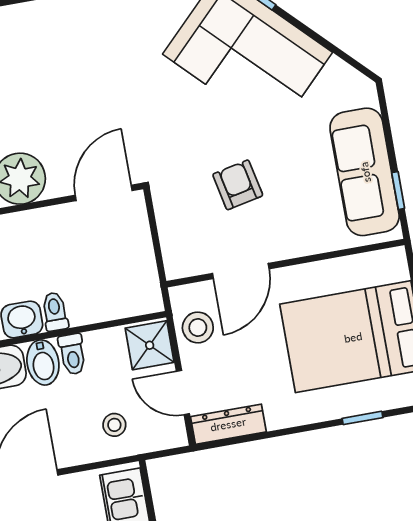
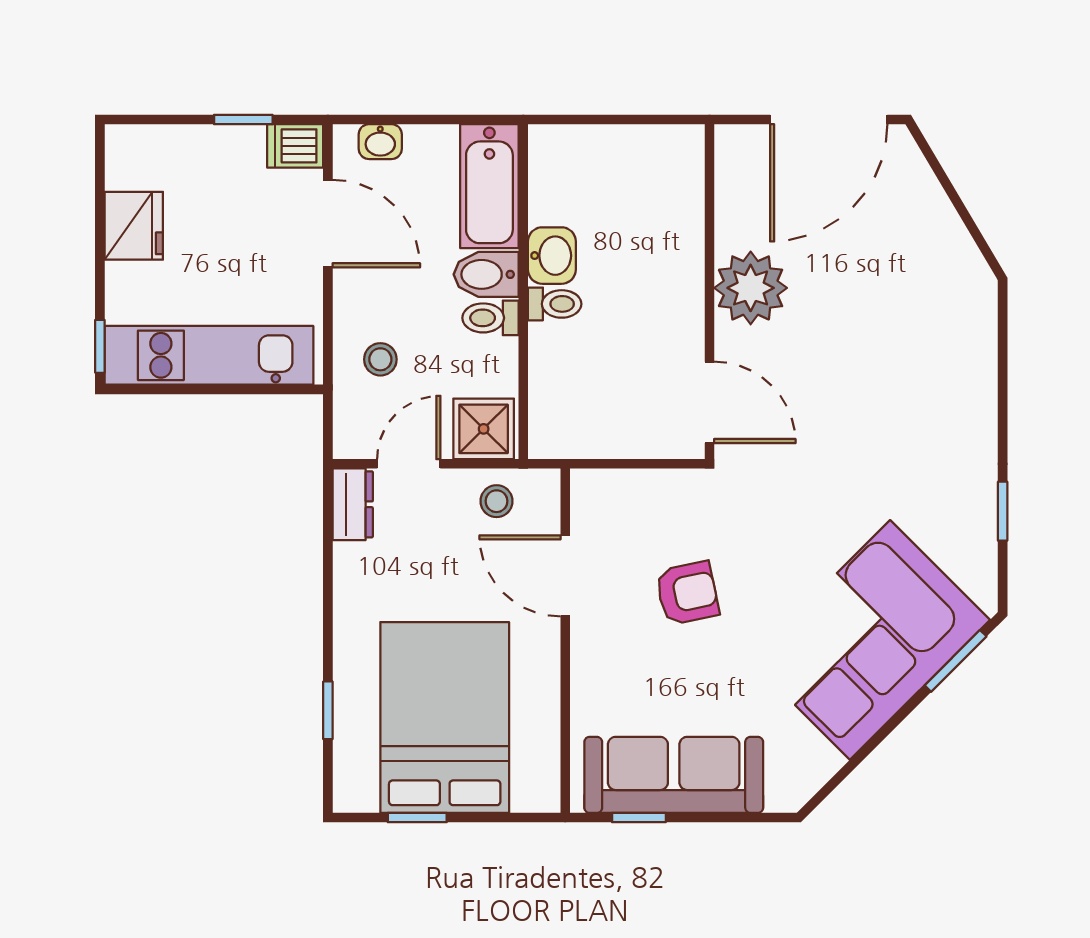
stool: (198, 327) -> (497, 501), width x0.73, depth x0.73
dresser: (228, 424) -> (353, 504), width x0.70

